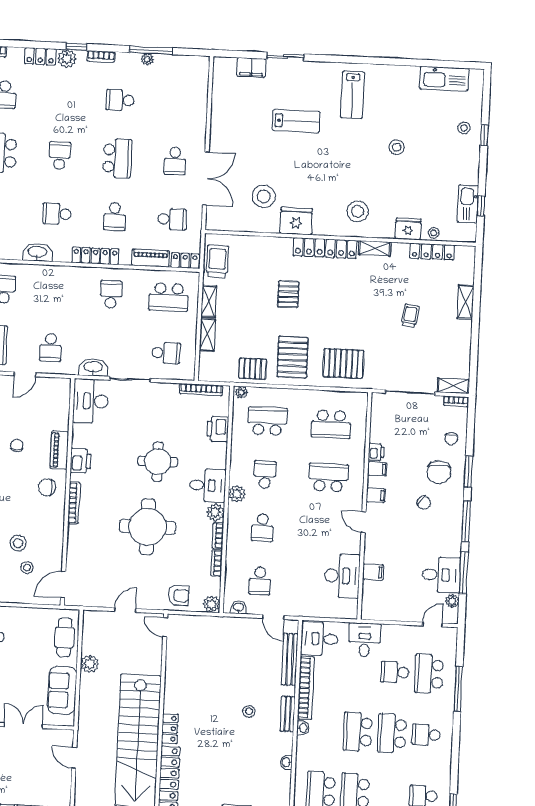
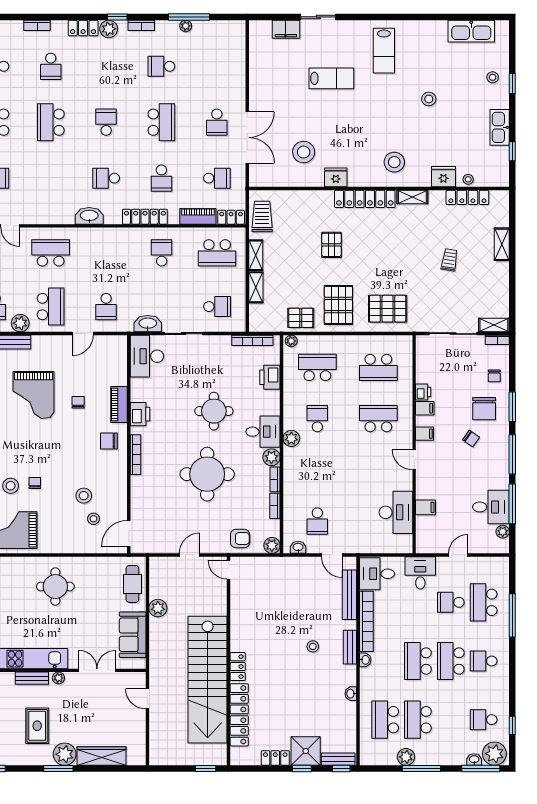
kitchen sink: (468, 204) -> (500, 127), moved
fridge: (296, 221) -> (336, 177), width x0.73, depth x0.75
school desk: (262, 528) -> (317, 470), removed
door: (432, 625) -> (458, 555), moved

